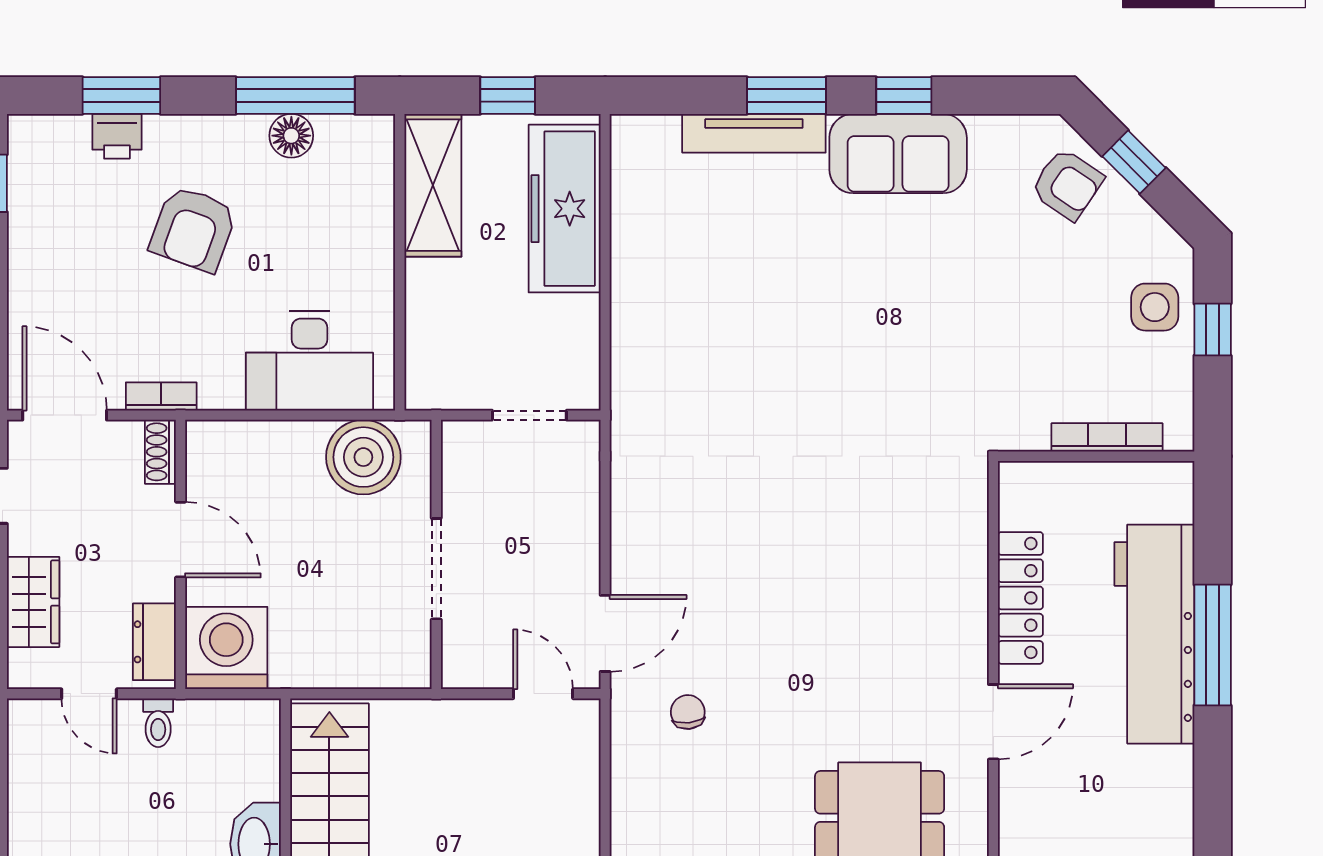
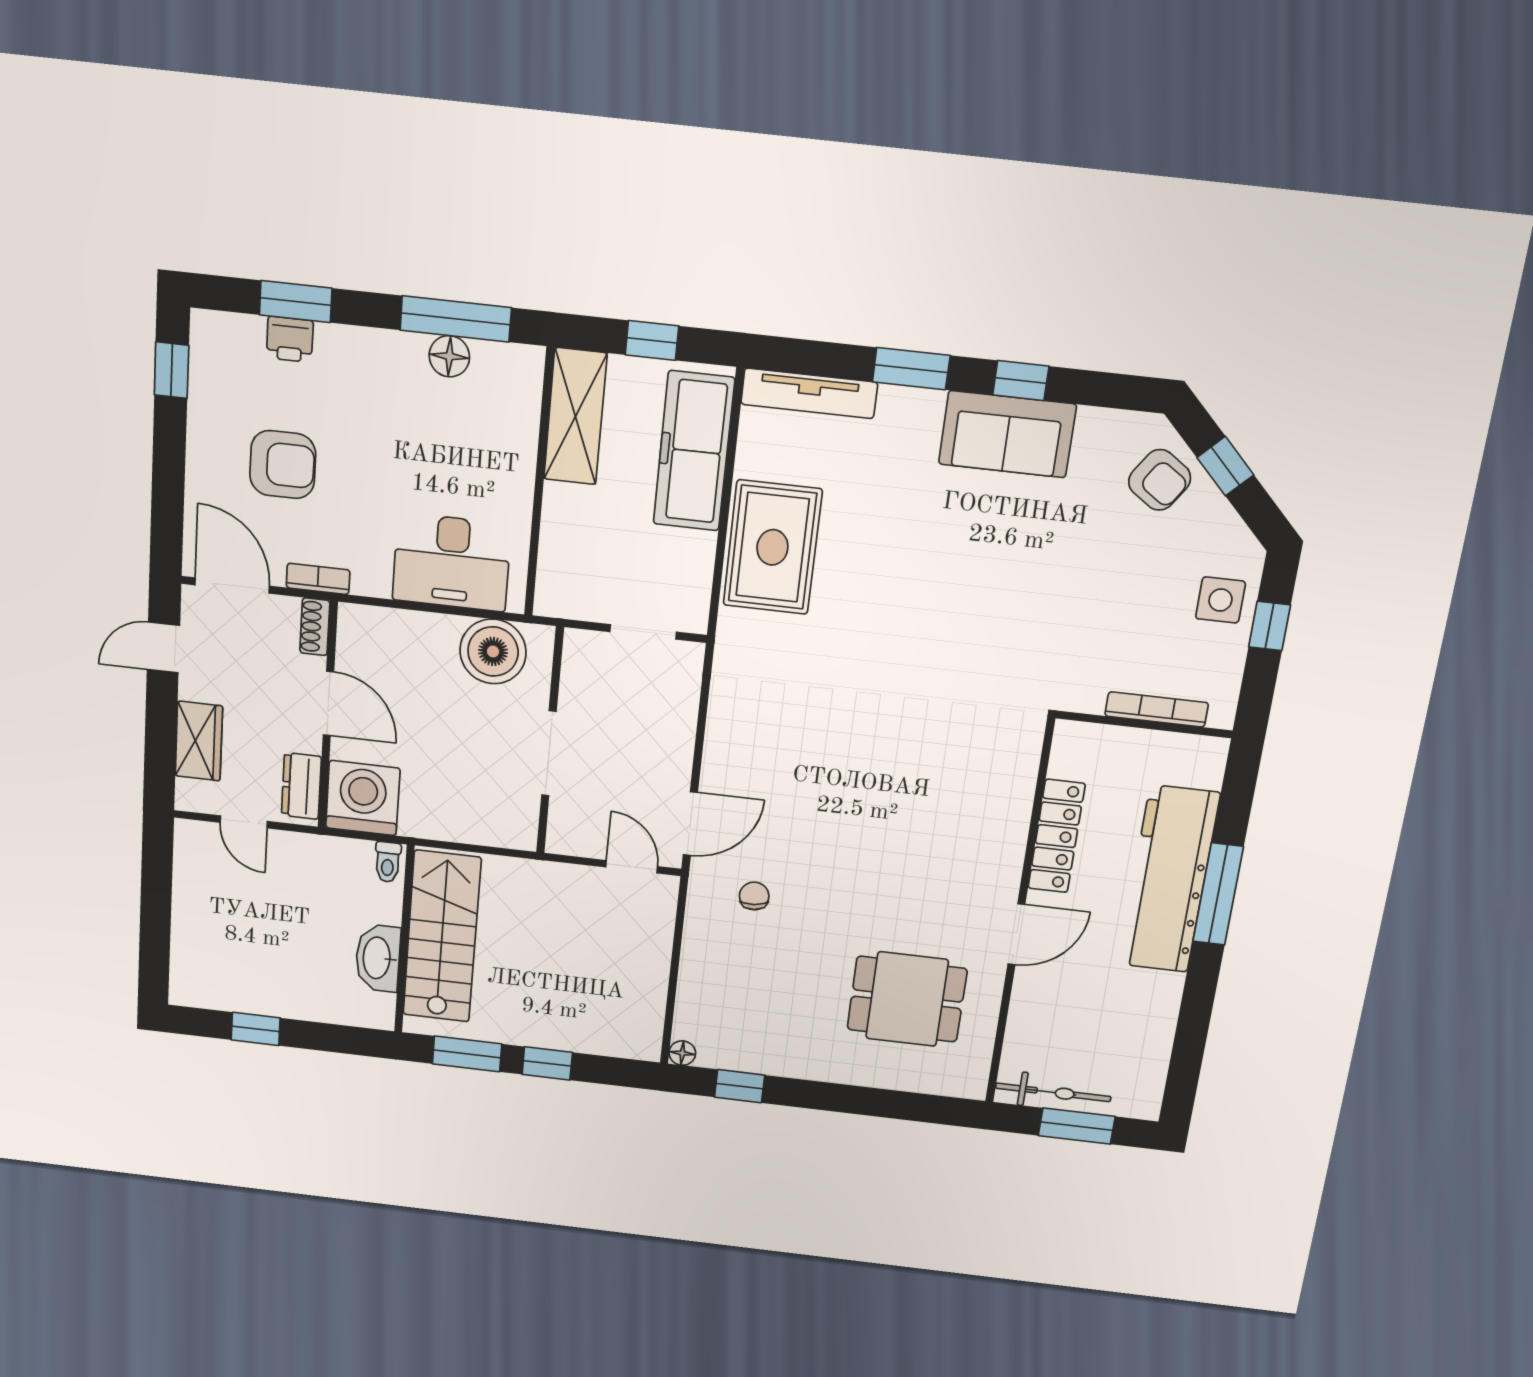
tv unit: (754, 133) -> (809, 393), moved
armchair: (193, 229) -> (283, 465), moved, turned -110
rug: (662, 304) -> (772, 547), added
toilet: (158, 723) -> (388, 862), moved

